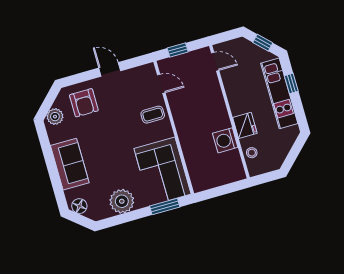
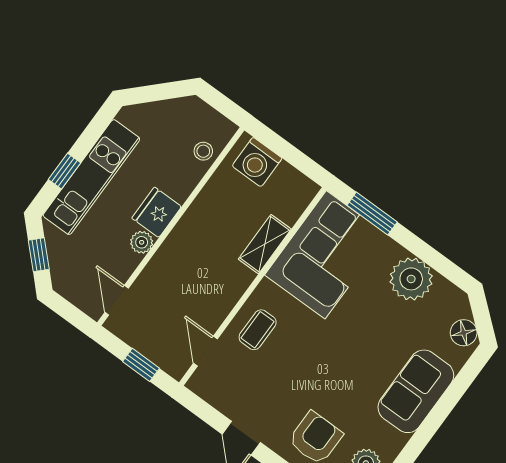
plant: (232, 93) -> (142, 242), added
coffee table: (153, 115) -> (258, 330), turned 90
fridge: (245, 125) -> (157, 212), moved
washing machine: (225, 140) -> (257, 162), moved, turned 90
shelving: (189, 148) -> (265, 244), added

